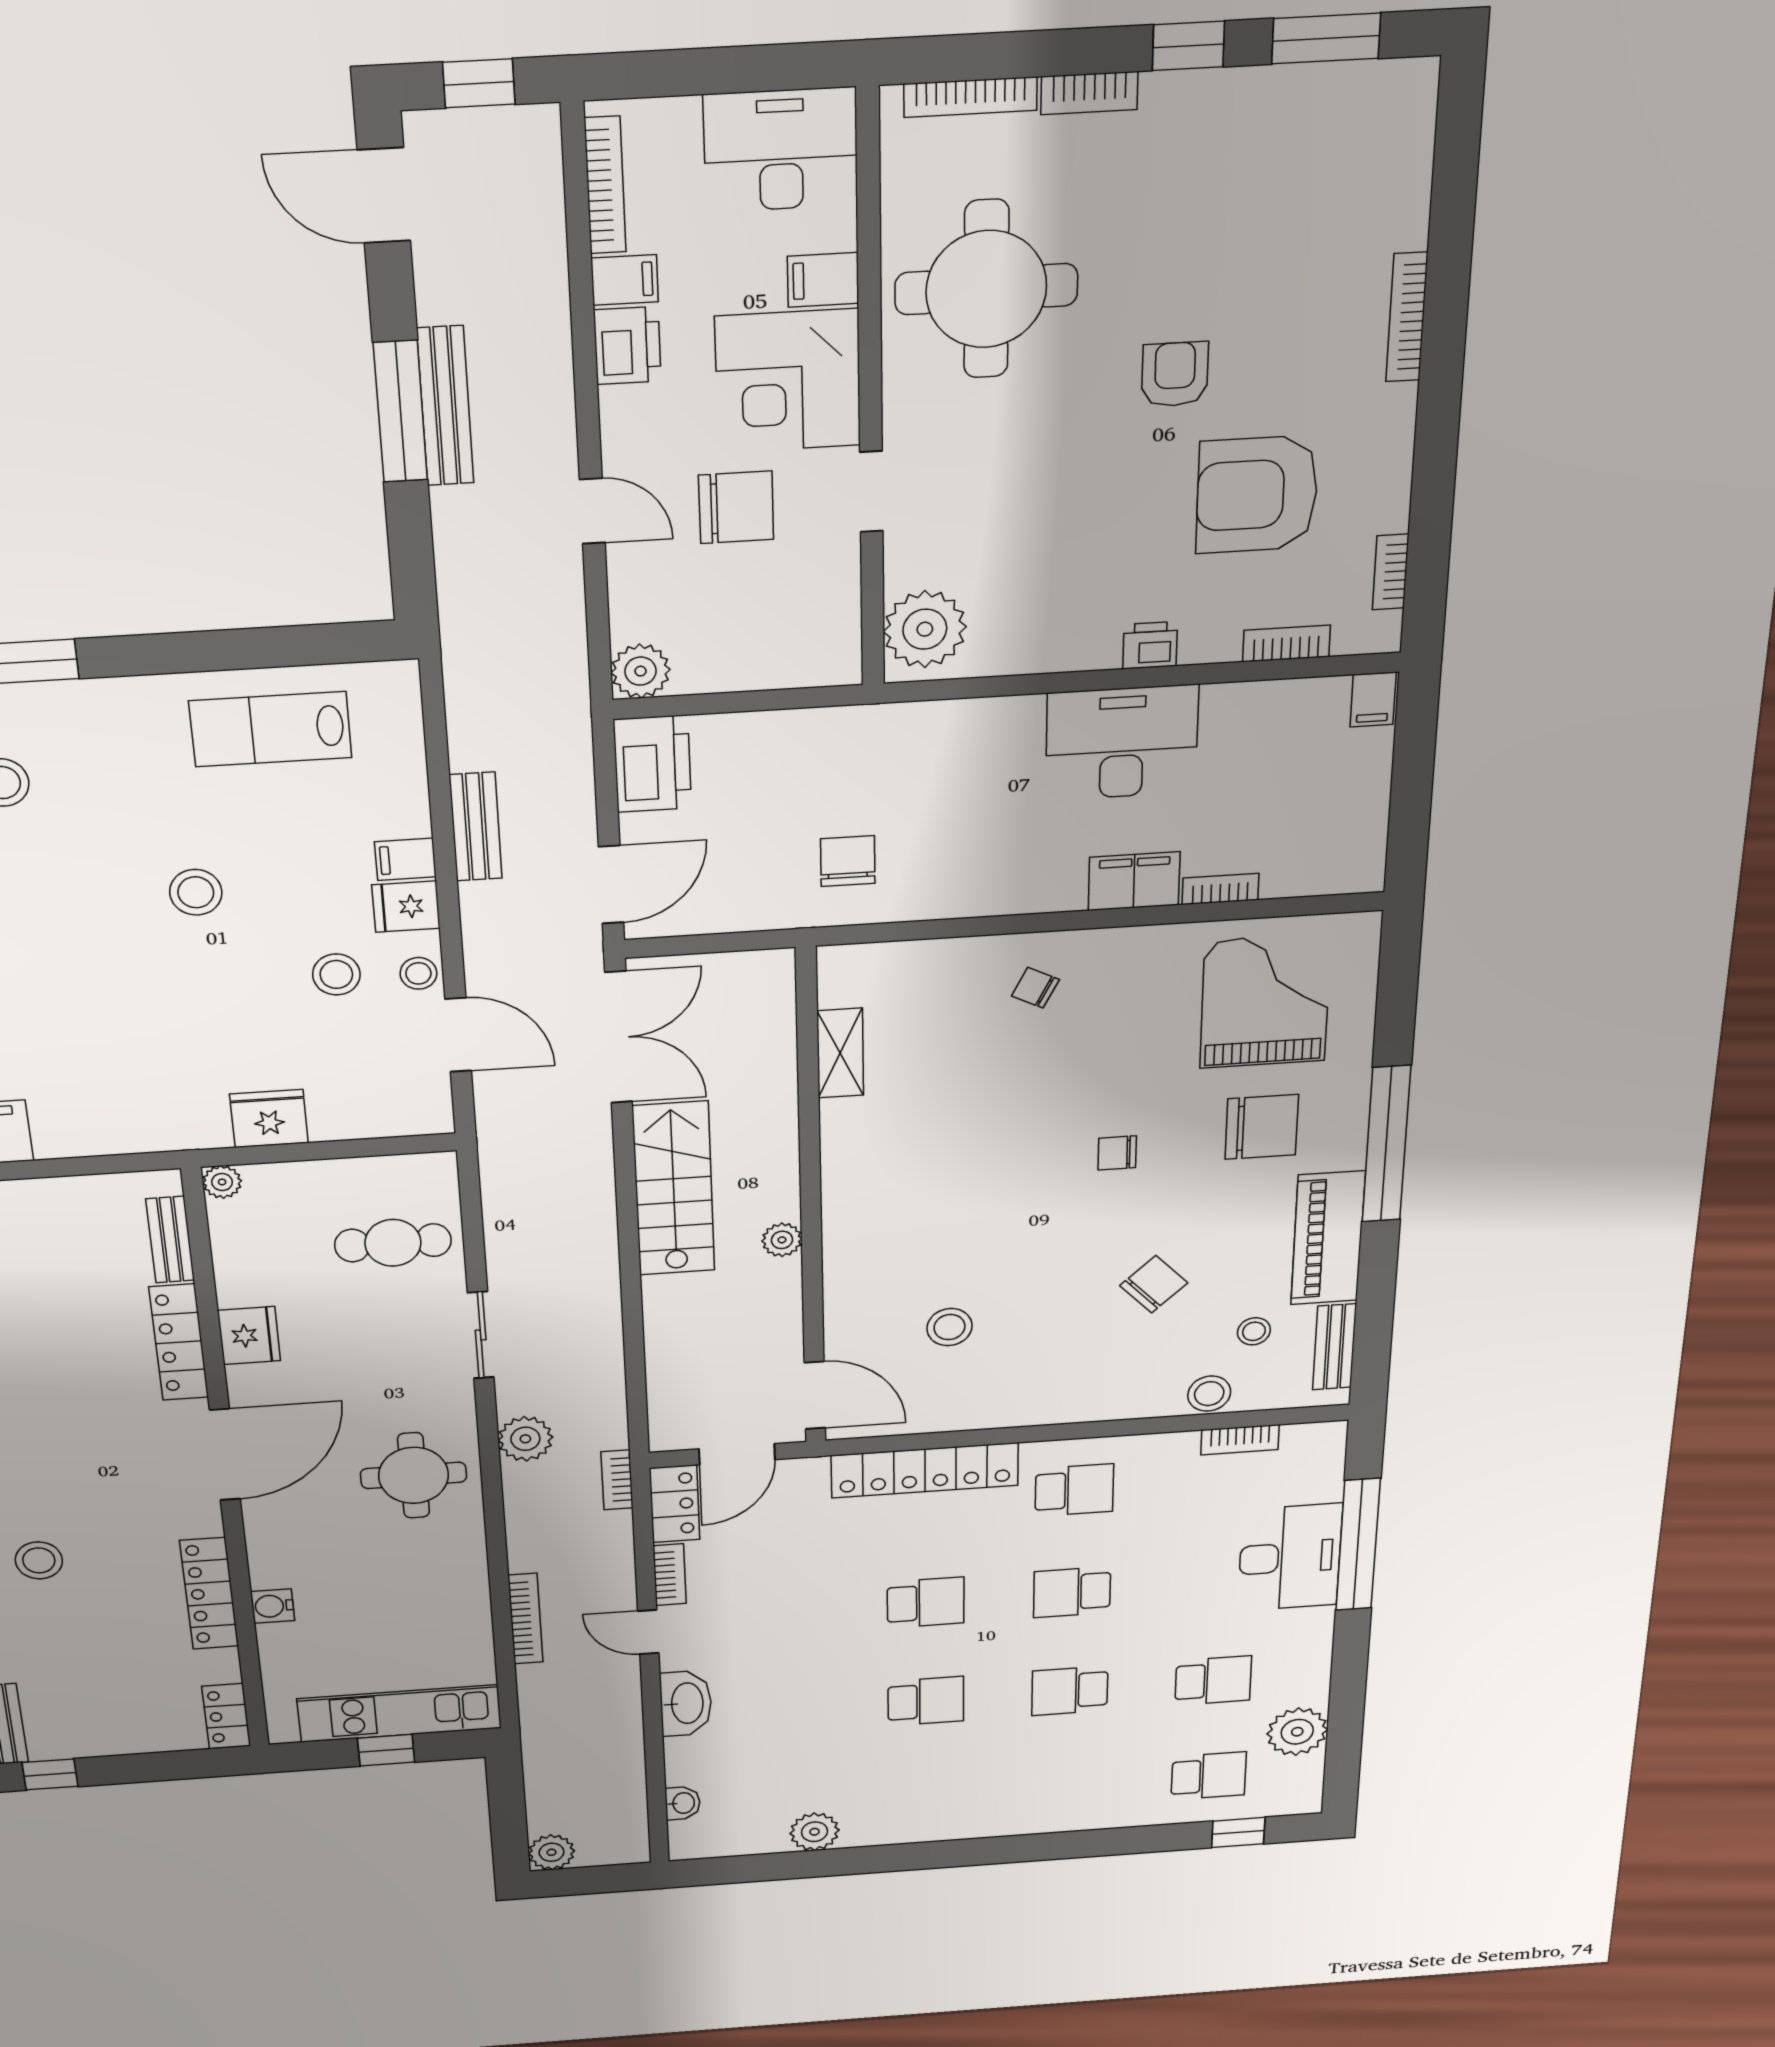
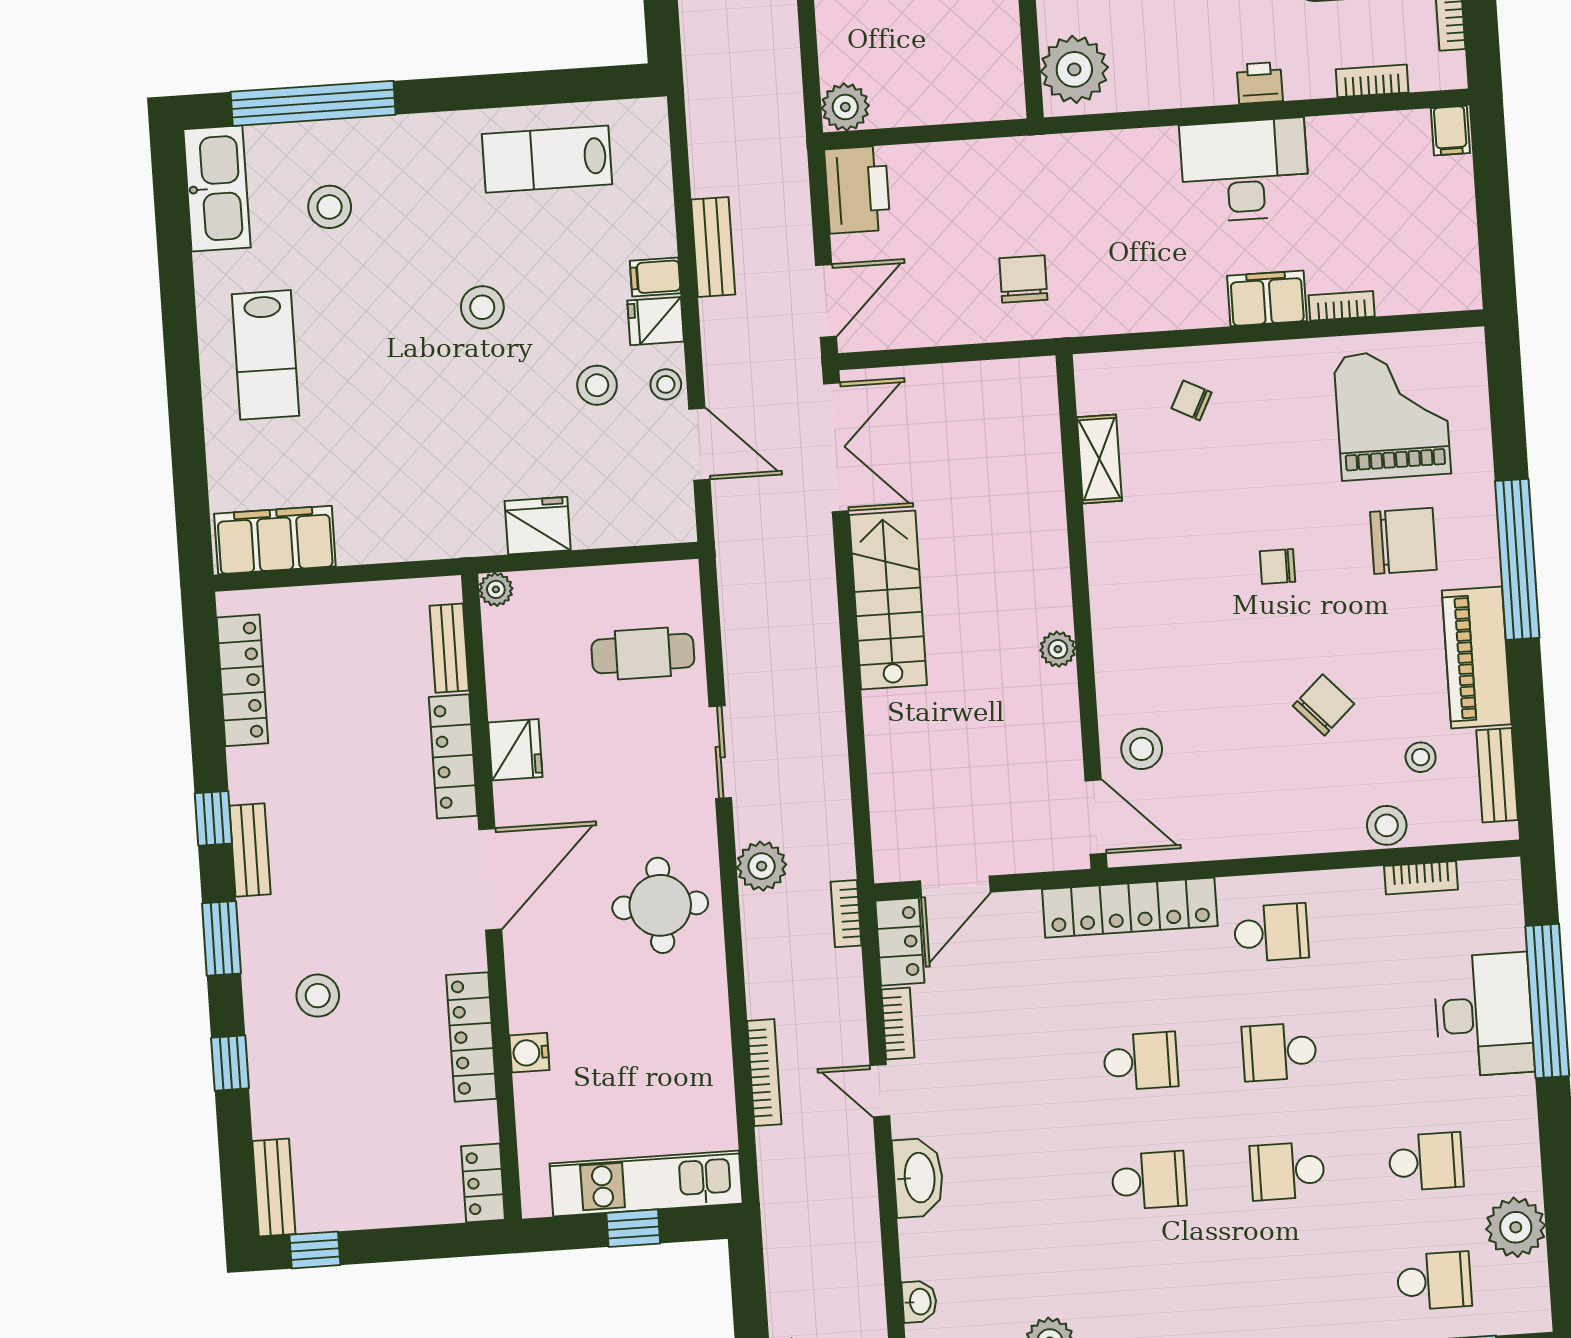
shelving: (840, 1053) -> (1099, 459), moved
wall: (811, 1204) -> (1082, 611), moved
plant: (782, 1240) -> (1058, 649), moved
door: (815, 1395) -> (1096, 817), moved

